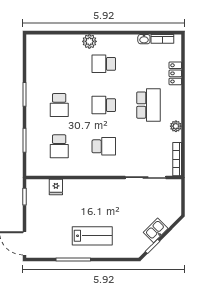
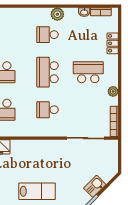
plant: (89, 41) -> (57, 14), moved
school desk: (104, 105) -> (48, 72), width x1.85
school desk: (148, 105) -> (88, 72), turned -90
school desk: (104, 146) -> (48, 110), turned 180

